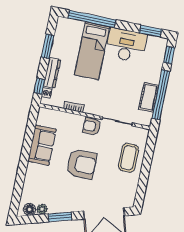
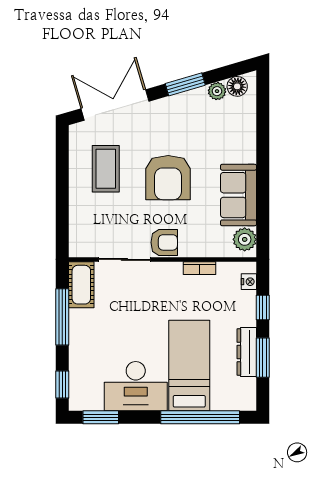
dresser: (52, 73) -> (247, 352), moved
window: (39, 86) -> (263, 307), moved
window: (161, 95) -> (62, 317), width x0.68
cot: (149, 97) -> (81, 285), moved
plant: (44, 118) -> (245, 239), added
coffee table: (128, 158) -> (106, 169), moved
armchair: (82, 164) -> (168, 178), turned -90

